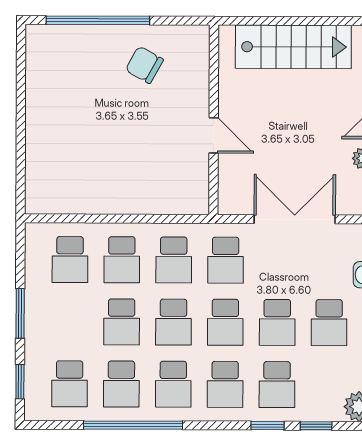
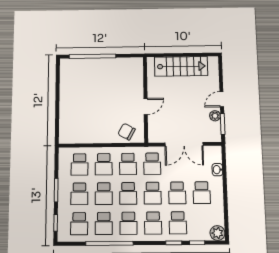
chair: (144, 65) -> (127, 132), moved
door: (214, 135) -> (146, 106), hinge flipped
double door: (295, 219) -> (184, 144), swing flipped
school desk: (70, 322) -> (79, 194), added

